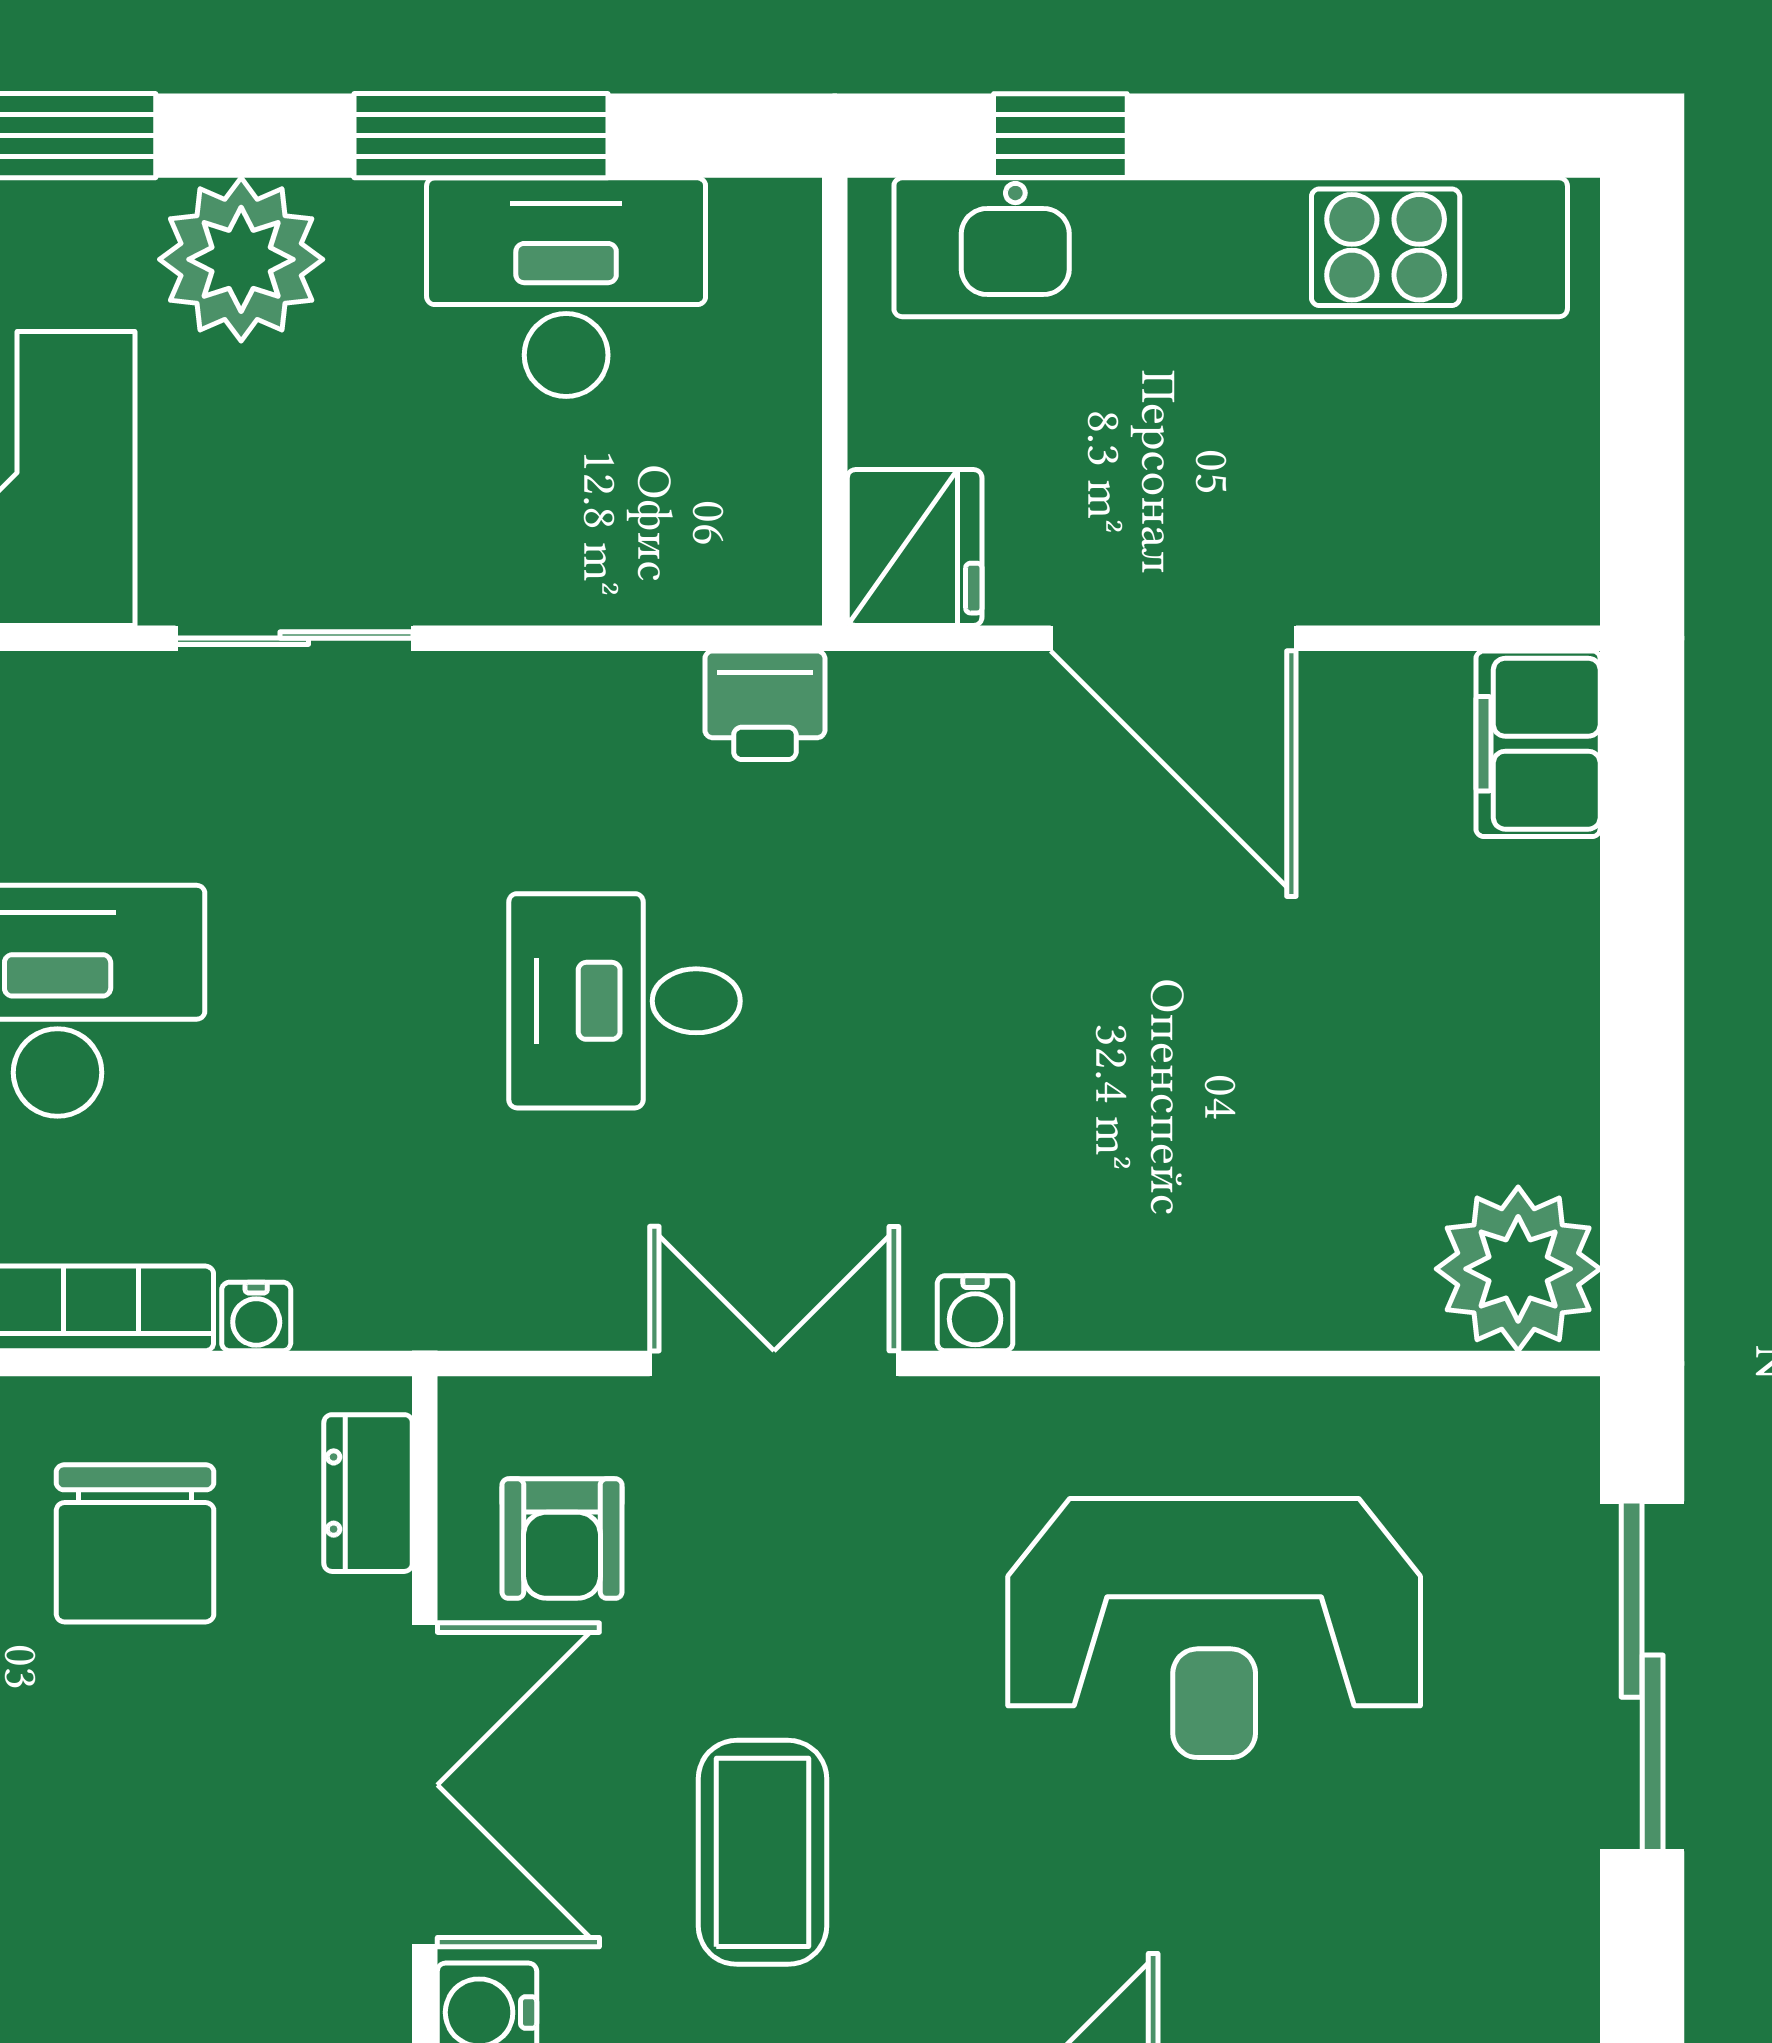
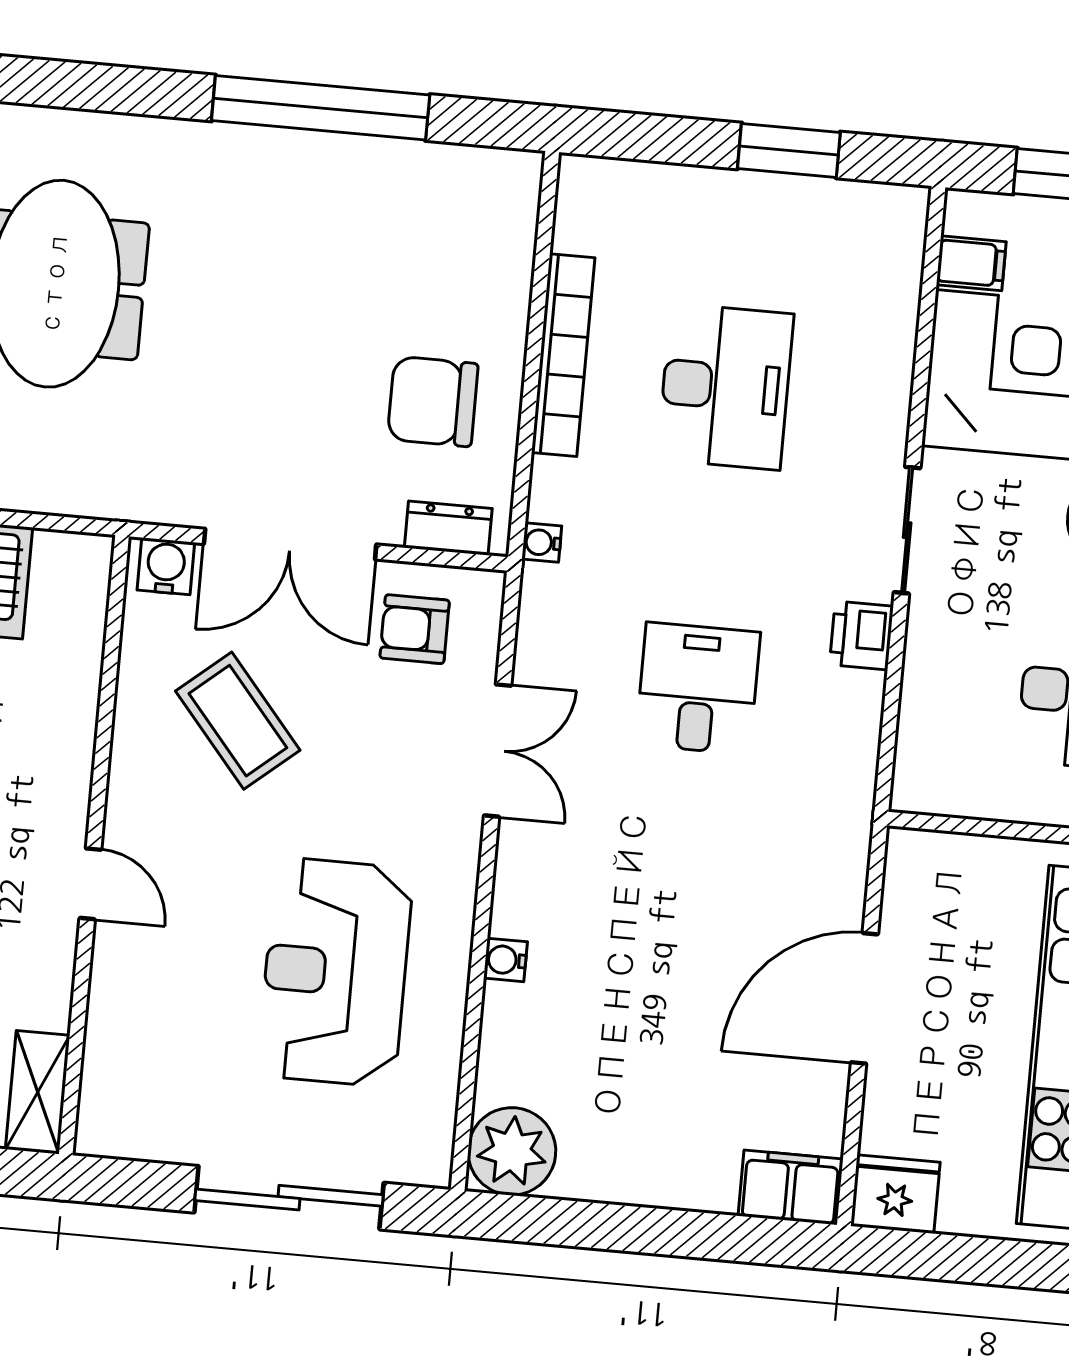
fridge: (915, 547) -> (895, 1194), moved, turned 180
printer: (765, 705) -> (861, 635), moved
water cooler: (975, 1313) -> (505, 960), moved
water cooler: (256, 1316) -> (542, 542), moved
coffee table: (762, 1852) -> (238, 721), turned 50

